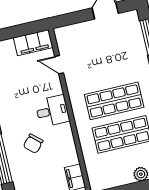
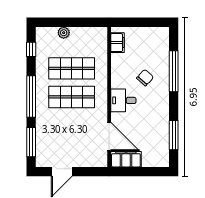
door: (59, 65) -> (109, 137), width x1.87

